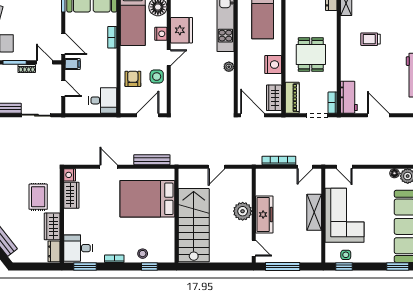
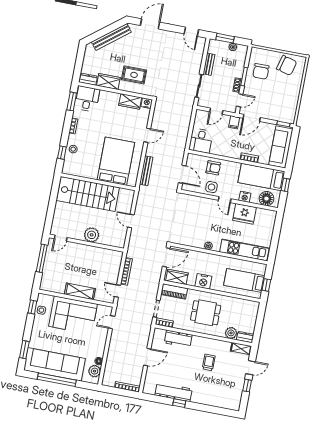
plant: (330, 19) -> (231, 333), added
workbench: (349, 97) -> (178, 339), moved
freezer: (264, 214) -> (86, 252), removed

